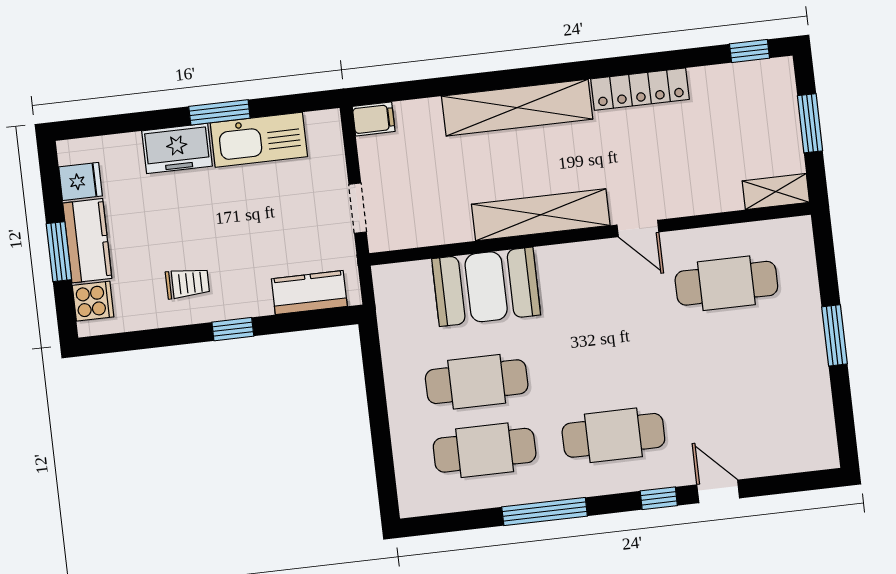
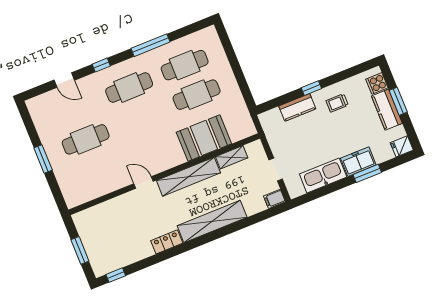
locker: (640, 89) -> (167, 242), width x0.66
window: (219, 112) -> (367, 173), moved
fridge: (81, 181) -> (402, 146), moved
shelving: (776, 192) -> (232, 157), moved
doorway: (358, 208) -> (276, 170), moved
cafe table: (726, 283) -> (86, 139), moved
kitchen counter: (309, 293) -> (297, 107), moved
door: (718, 491) -> (64, 80), moved

